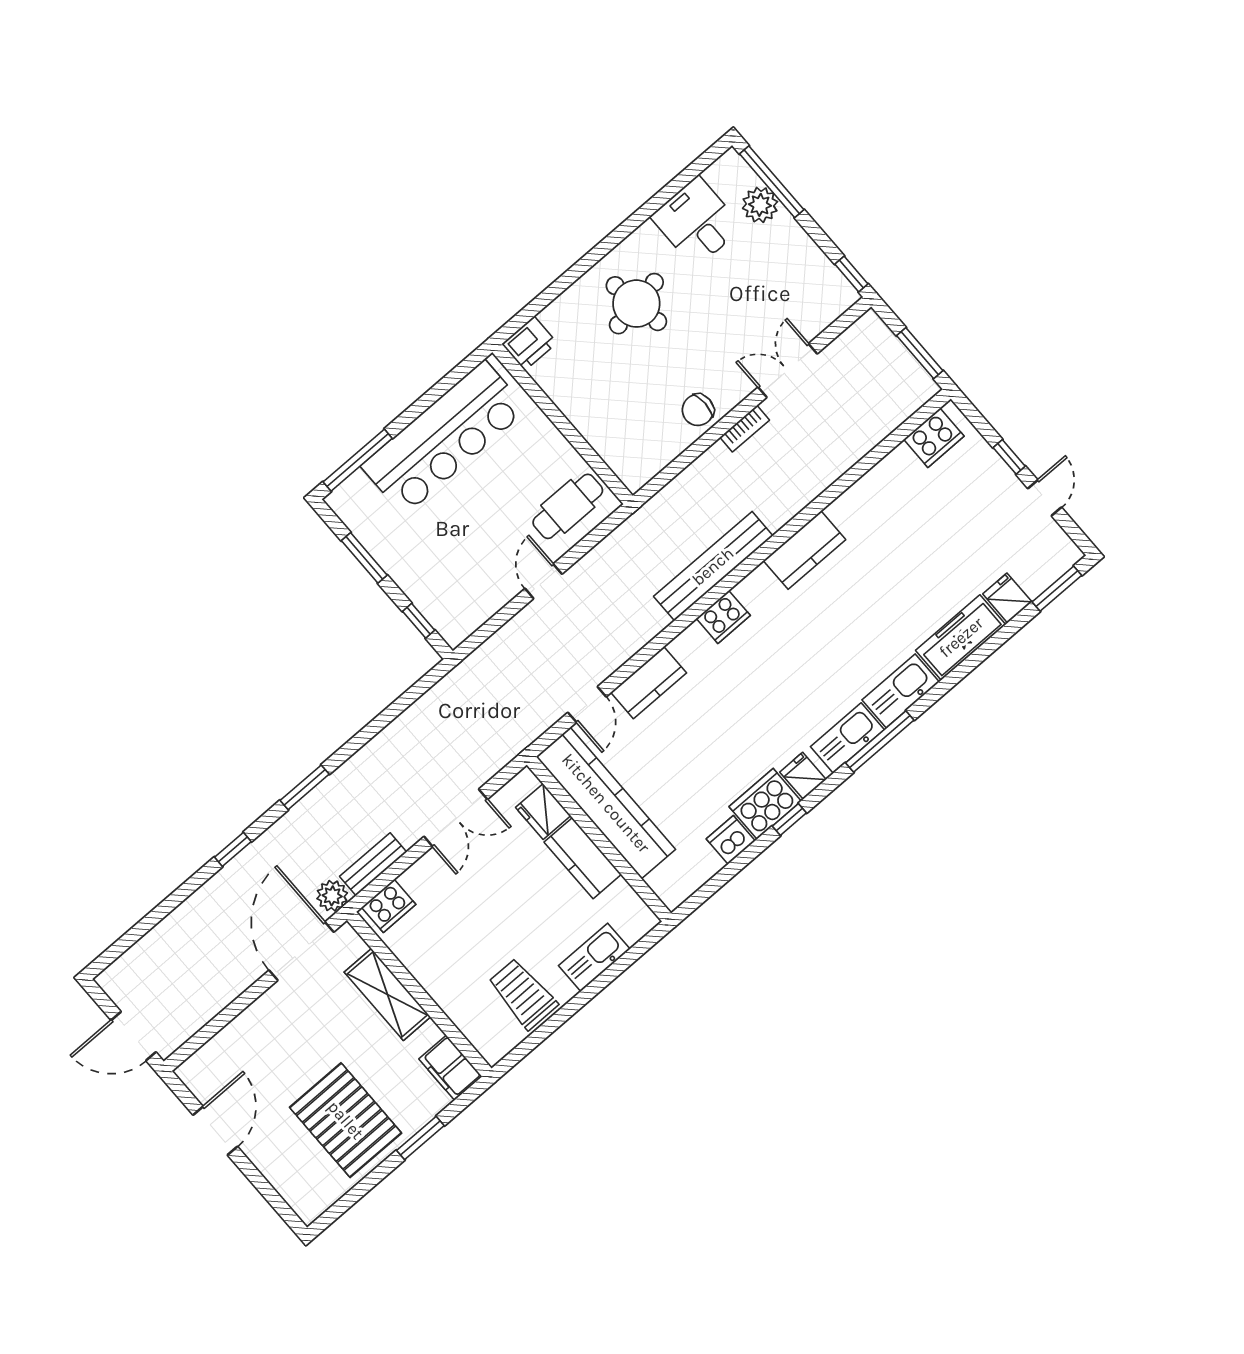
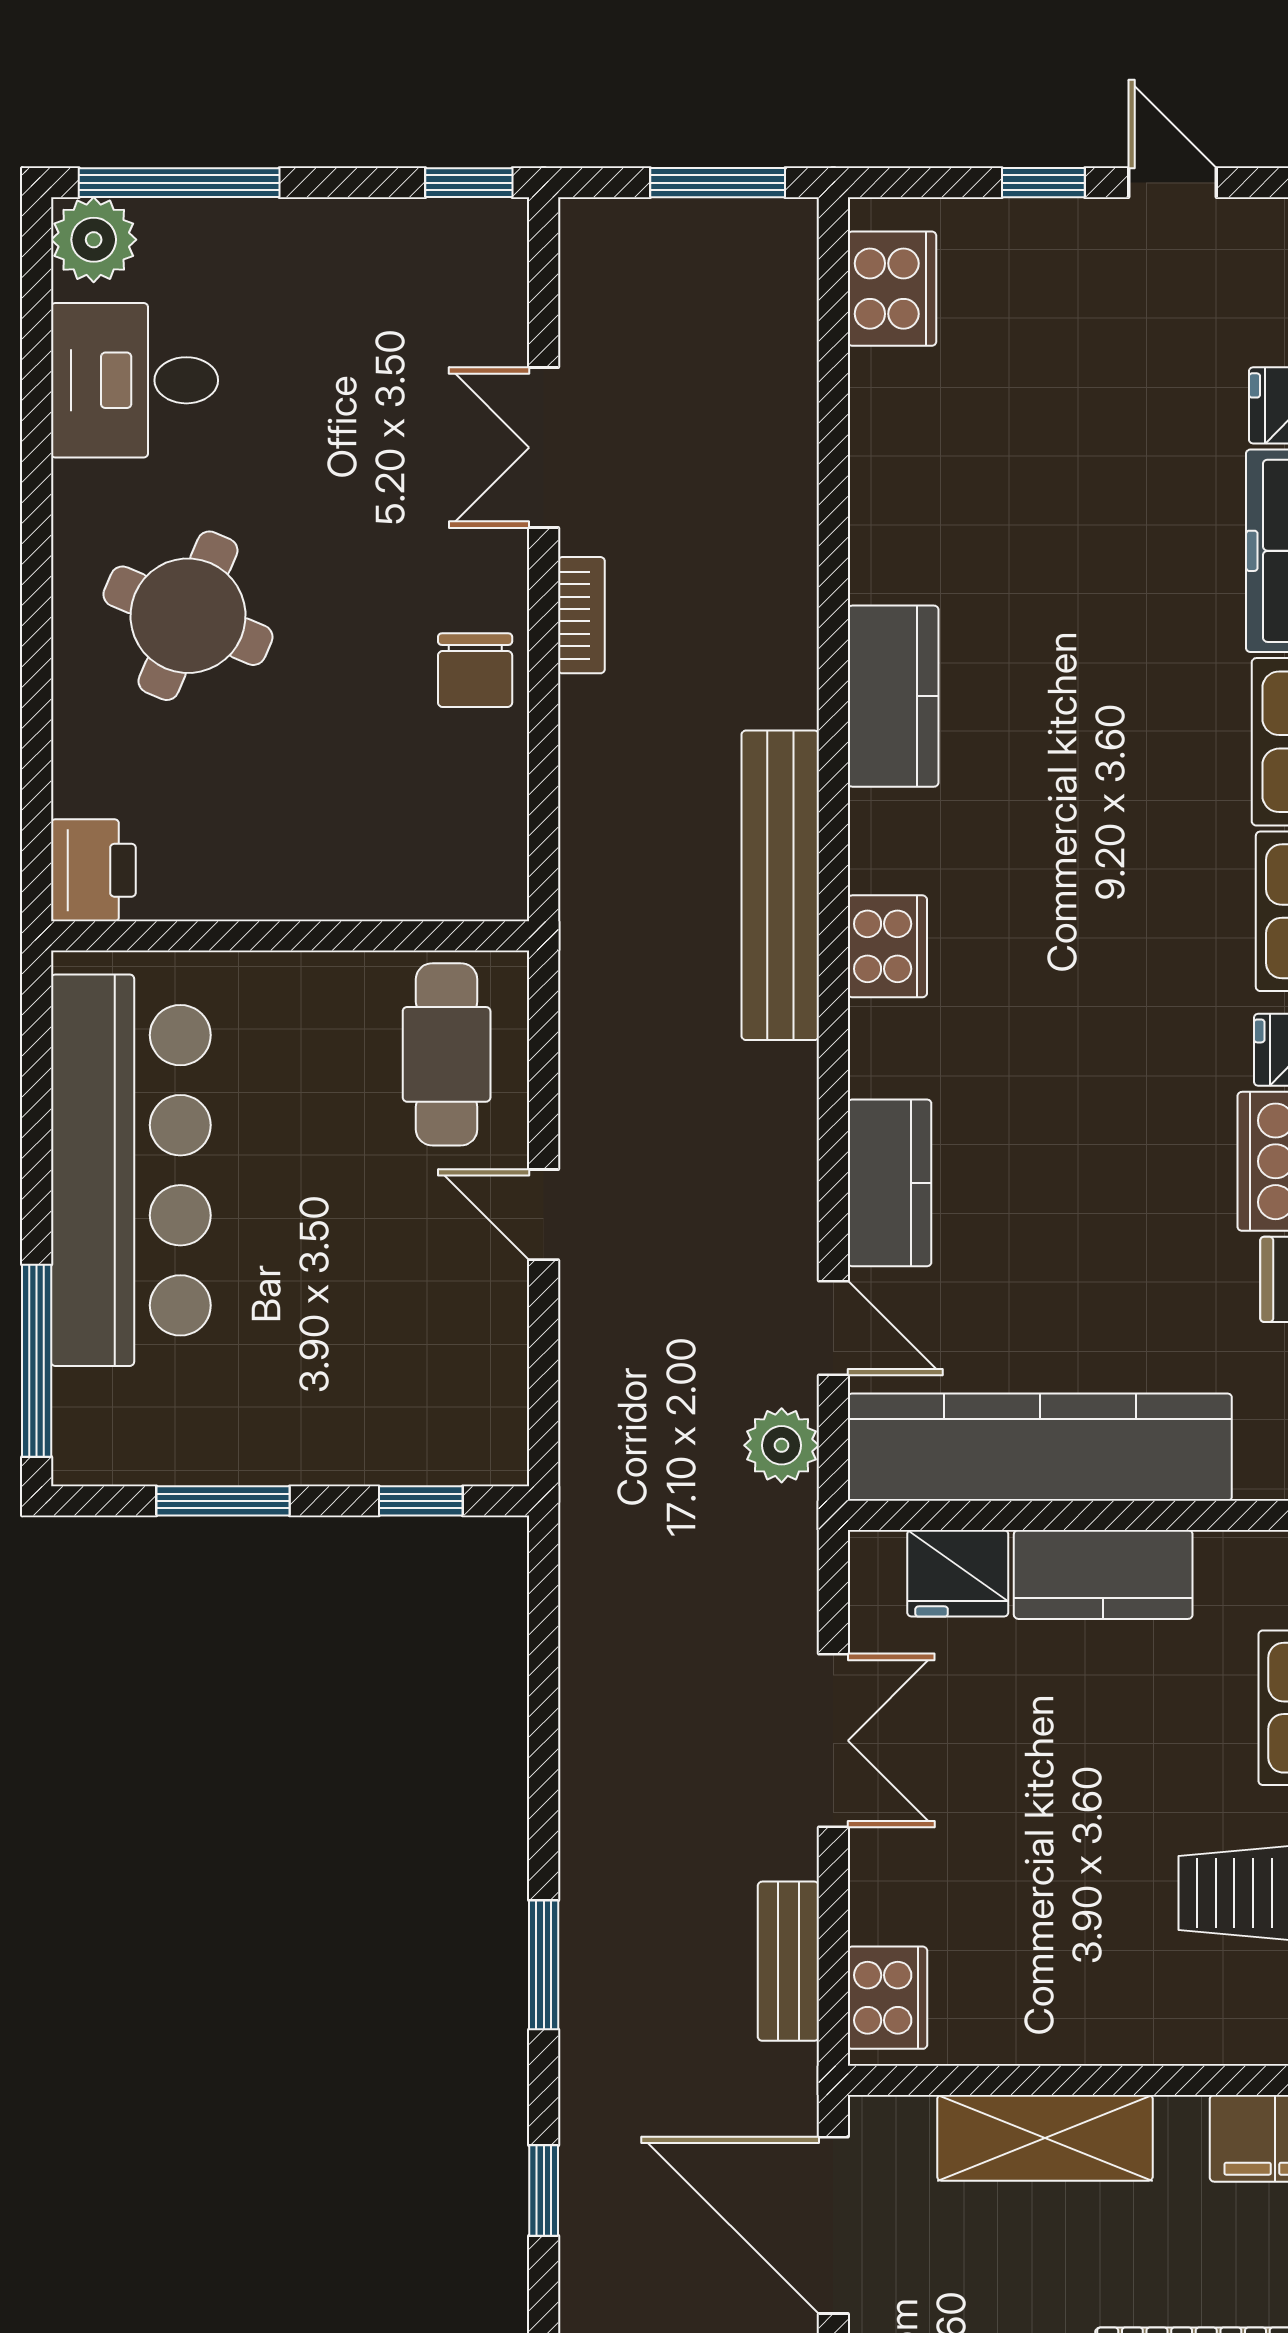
plant: (760, 205) -> (94, 240), moved
round table: (636, 304) -> (188, 616), turned 32
plant: (332, 896) -> (782, 1445), moved

